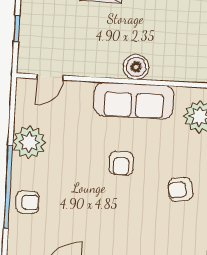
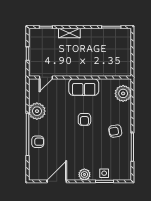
boiler: (136, 67) -> (89, 70), removed
sofa: (134, 101) -> (84, 87), width x0.73

